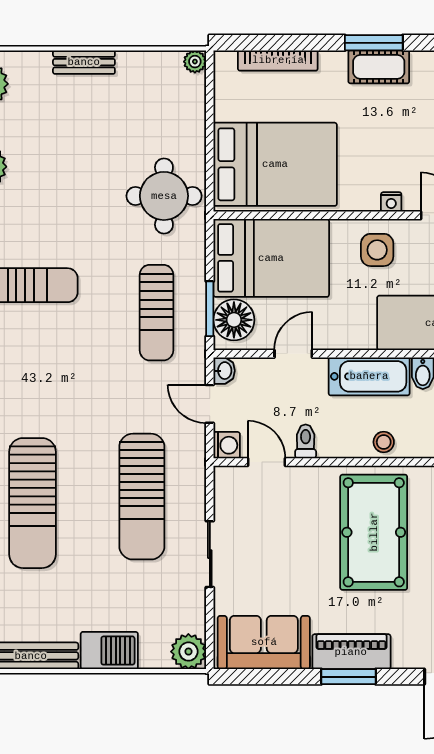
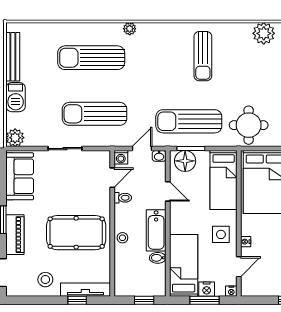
bed: (271, 258) -> (224, 180), width x0.67
sun lounger: (156, 313) -> (189, 121), width x1.36, depth x1.34
piano: (351, 652) -> (15, 235), moved

